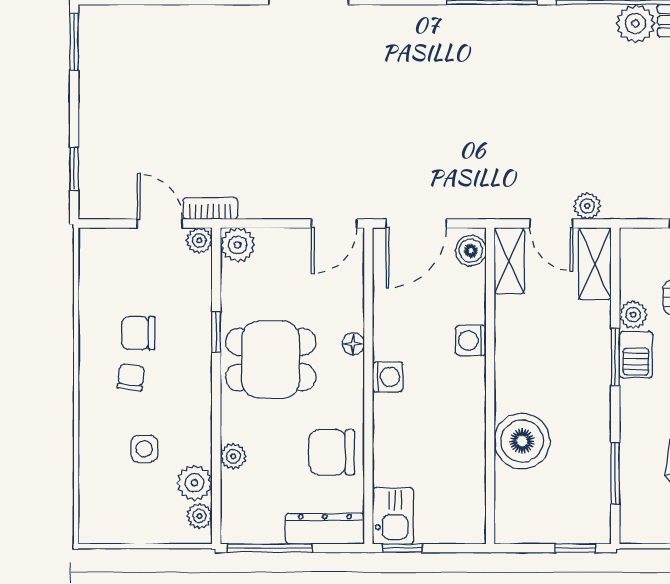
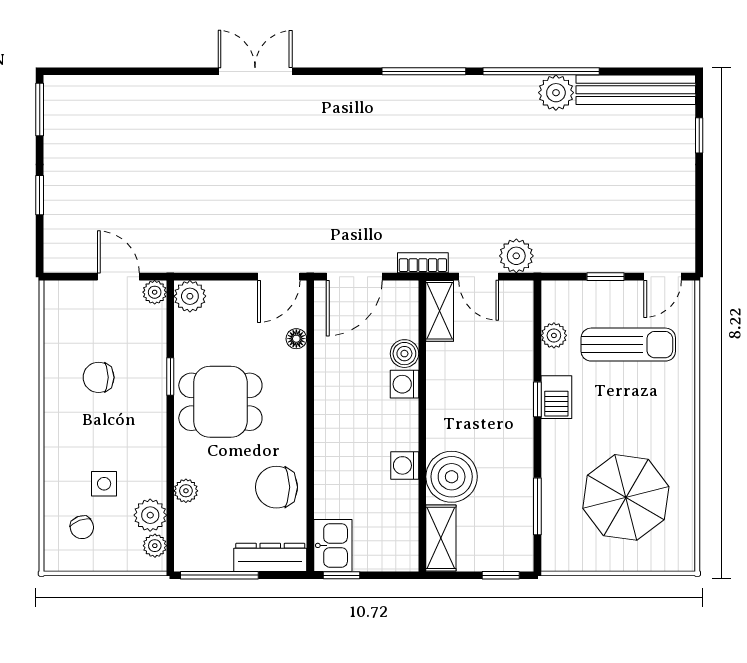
window: (74, 169) -> (40, 195), moved
plant: (587, 206) -> (516, 256), width x1.38, depth x1.38
bookcase: (210, 208) -> (423, 263), moved
boiler: (471, 251) -> (404, 354), moved
shelving: (595, 264) -> (441, 538), moved
plant: (633, 315) -> (554, 335), moved
floor lamp: (353, 344) -> (296, 339), moved
window: (615, 357) -> (537, 399), width x0.67
chair: (131, 377) -> (82, 527), moved, turned 153
washing machine: (388, 377) -> (405, 465), moved, turned 180

